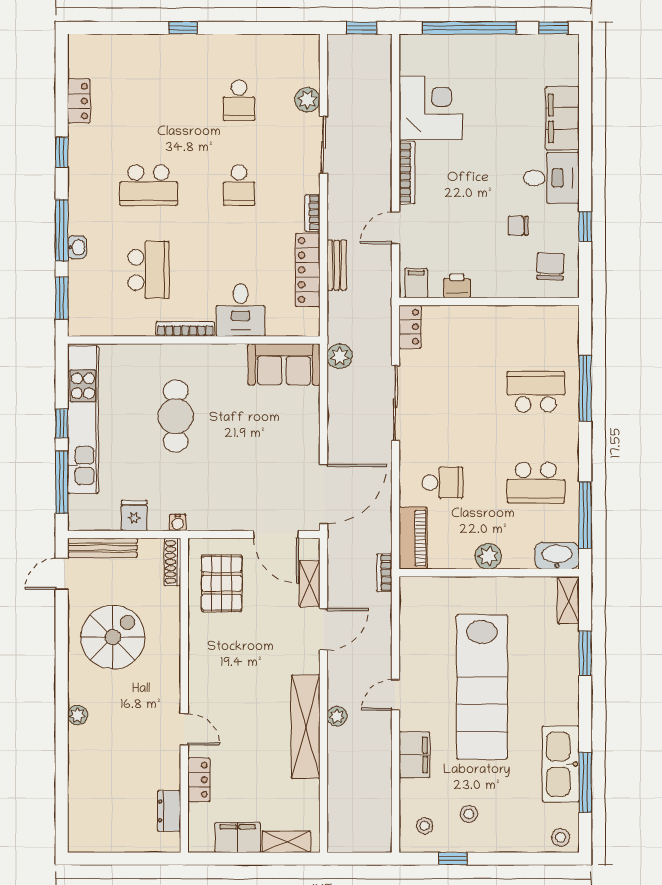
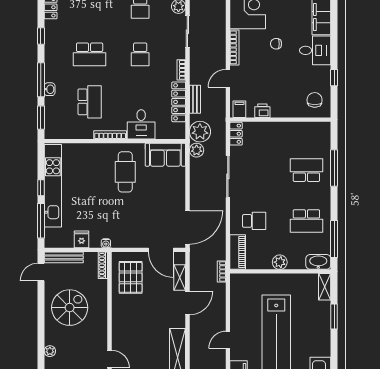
chair: (518, 226) -> (276, 44), moved
cafe table: (176, 416) -> (125, 172), moved
plant: (337, 716) -> (200, 132), moved, width x1.87, depth x1.87

